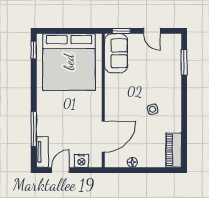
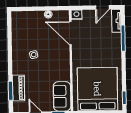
door: (103, 137) -> (70, 33), hinge flipped
piano: (174, 150) -> (18, 88), moved
nightstand: (81, 161) -> (76, 15), moved

